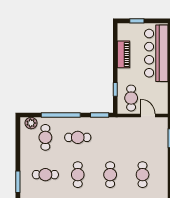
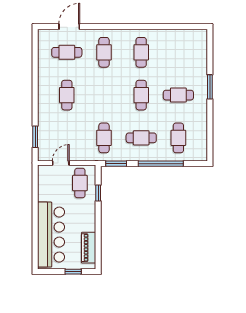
piano: (124, 54) -> (89, 248), moved
door: (148, 116) -> (61, 163), swing flipped
plant: (31, 123) -> (195, 154), removed
cafe table: (110, 175) -> (104, 138), moved

